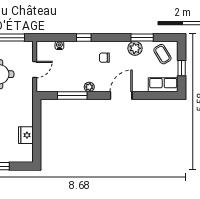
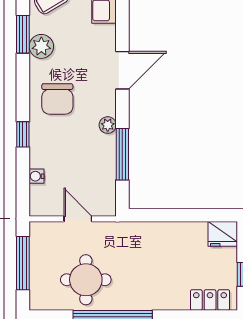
chair: (104, 58) -> (57, 99), width x1.87, depth x1.87
door: (121, 96) -> (122, 70), swing flipped
fridge: (26, 135) -> (223, 234), moved

